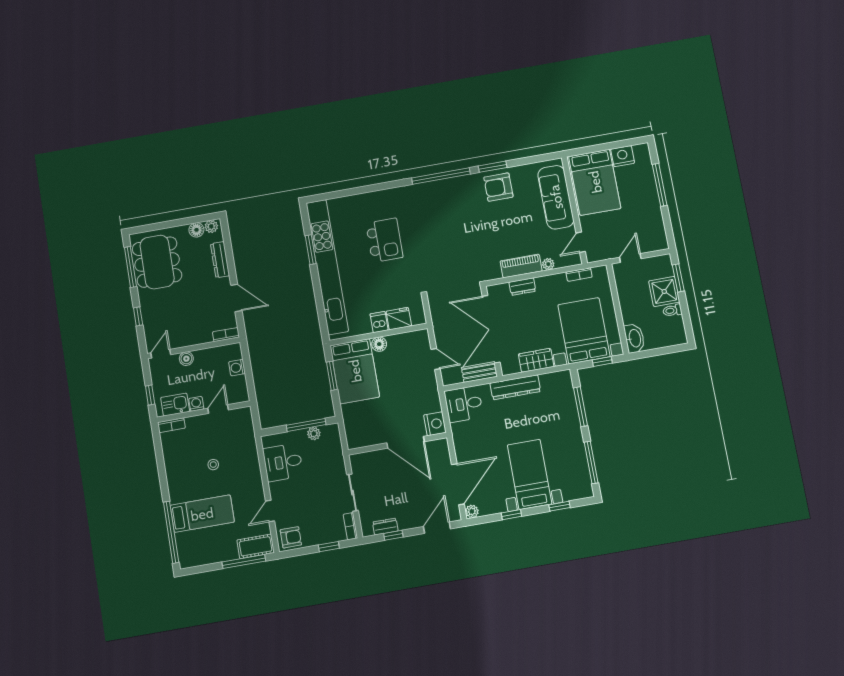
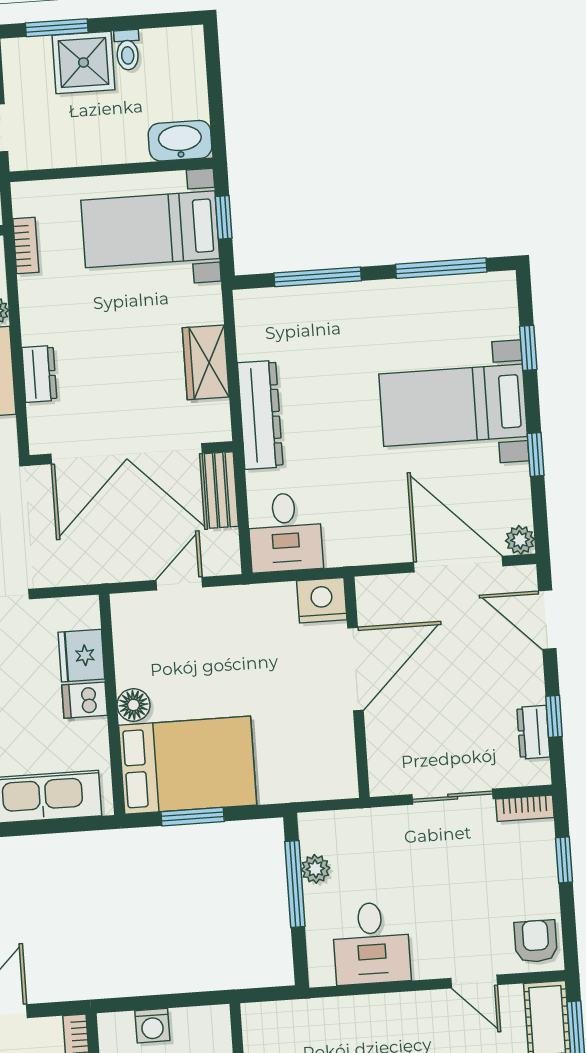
bed with nightstands: (584, 331) -> (150, 229), width x0.73

